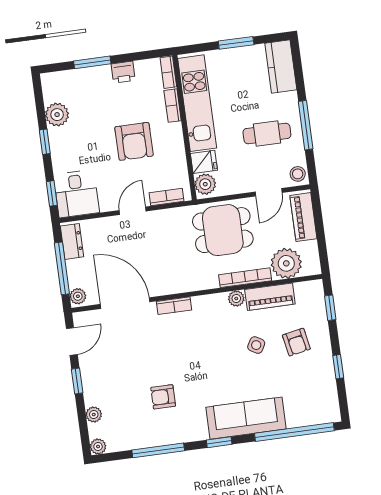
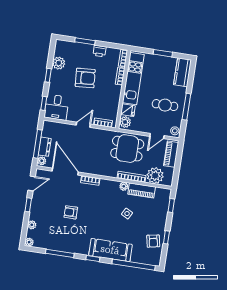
armchair: (134, 141) -> (85, 78), moved, turned -94
dresser: (72, 241) -> (45, 147), moved
armchair: (296, 342) -> (153, 241), moved
armchair: (163, 397) -> (71, 212), moved

